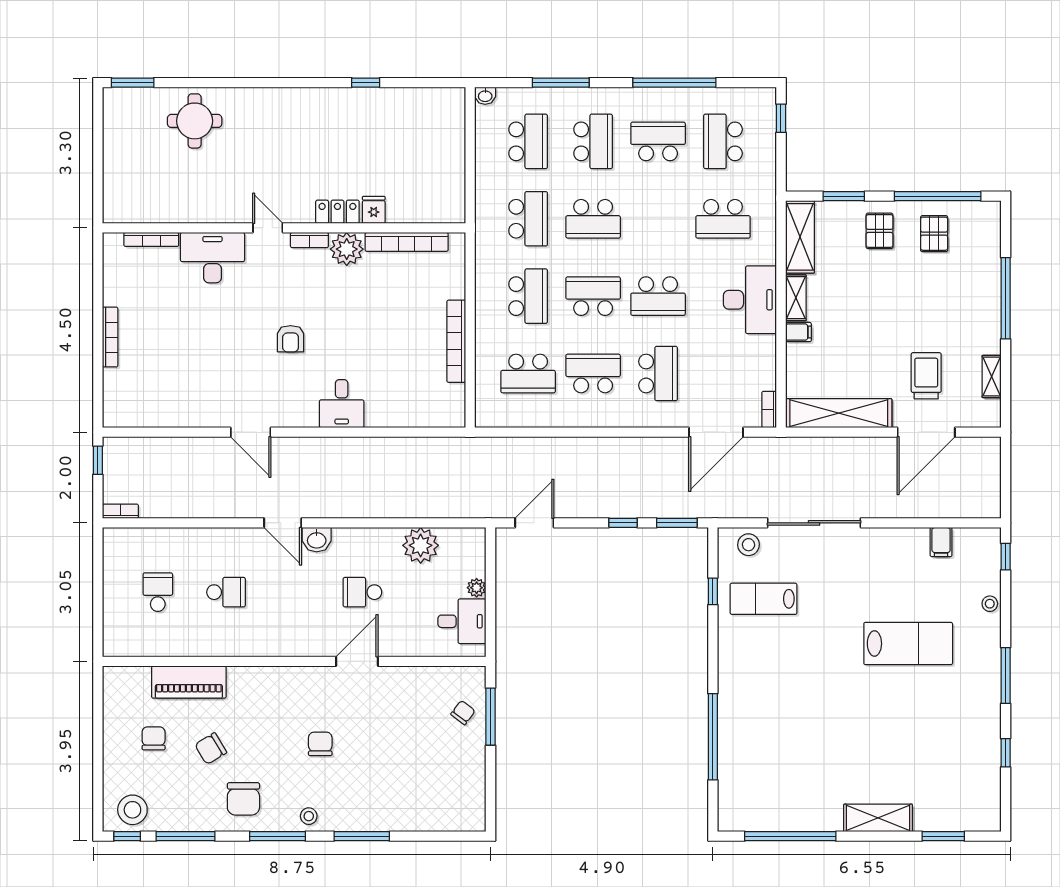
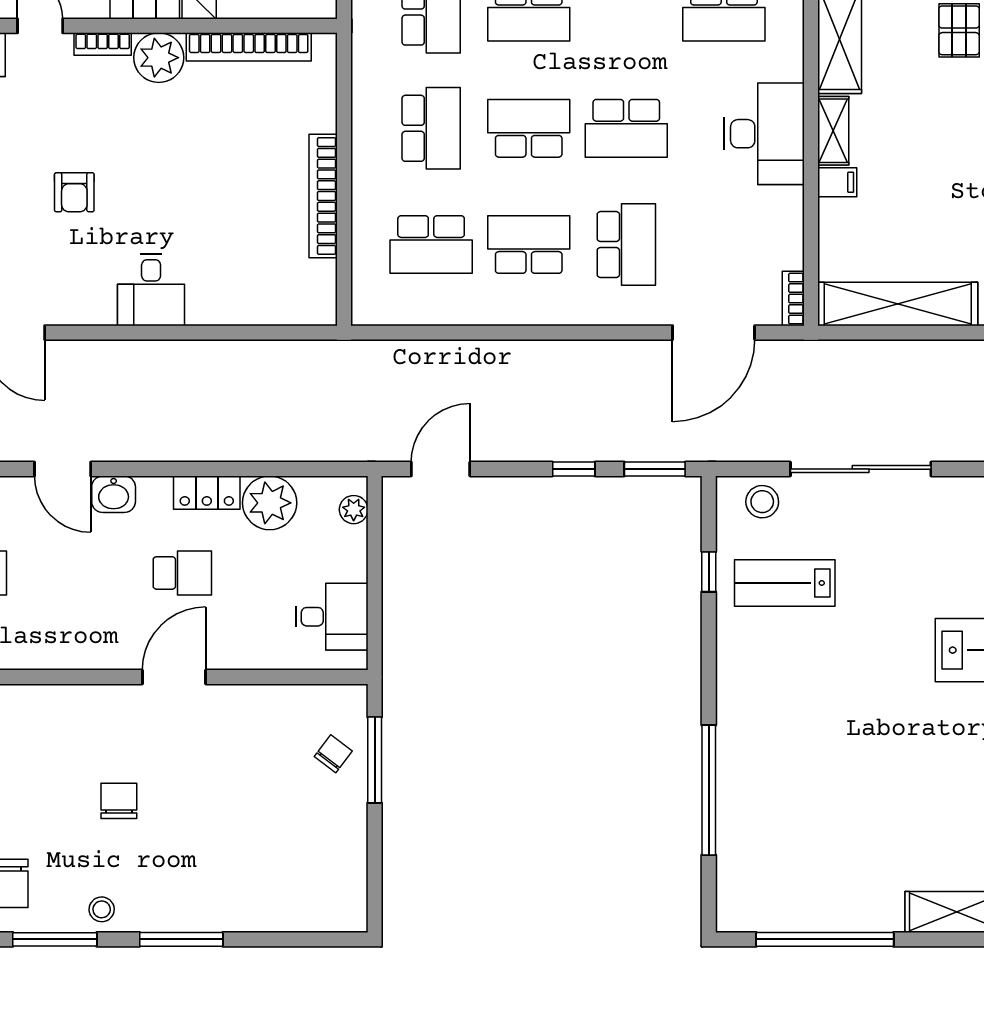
locker: (379, 539) -> (207, 493), added
plant: (477, 588) -> (354, 510), moved
school desk: (362, 592) -> (182, 573), turned 180

